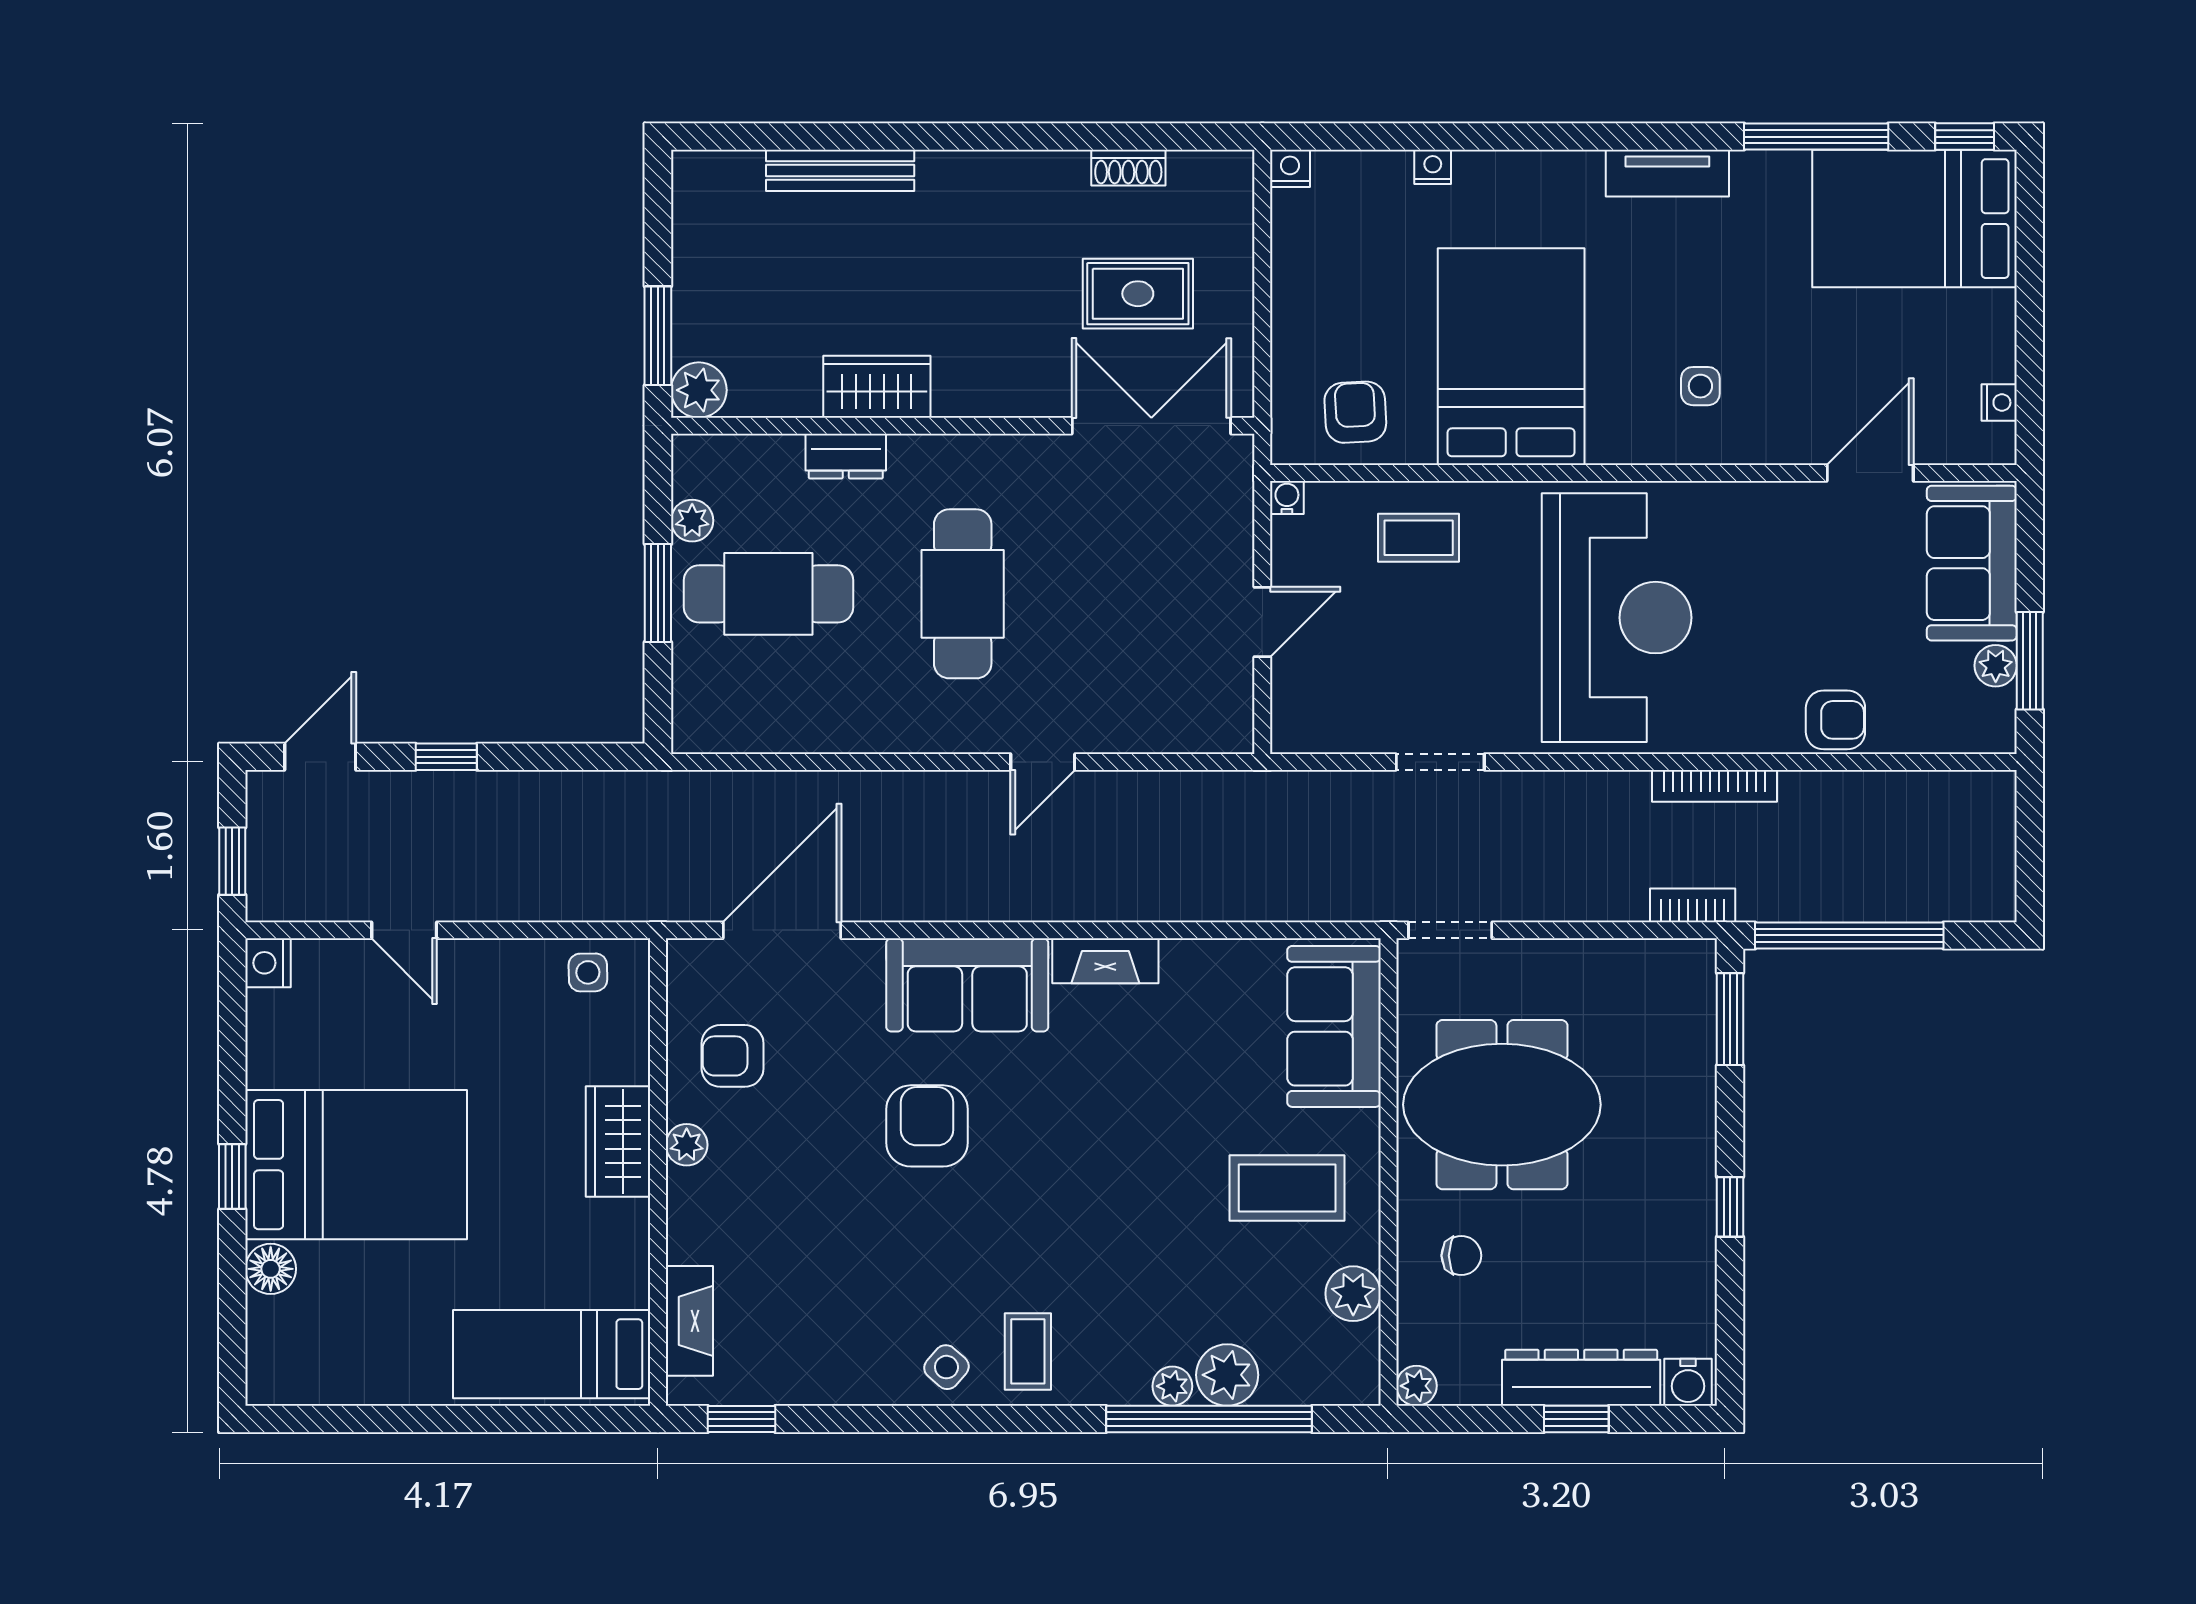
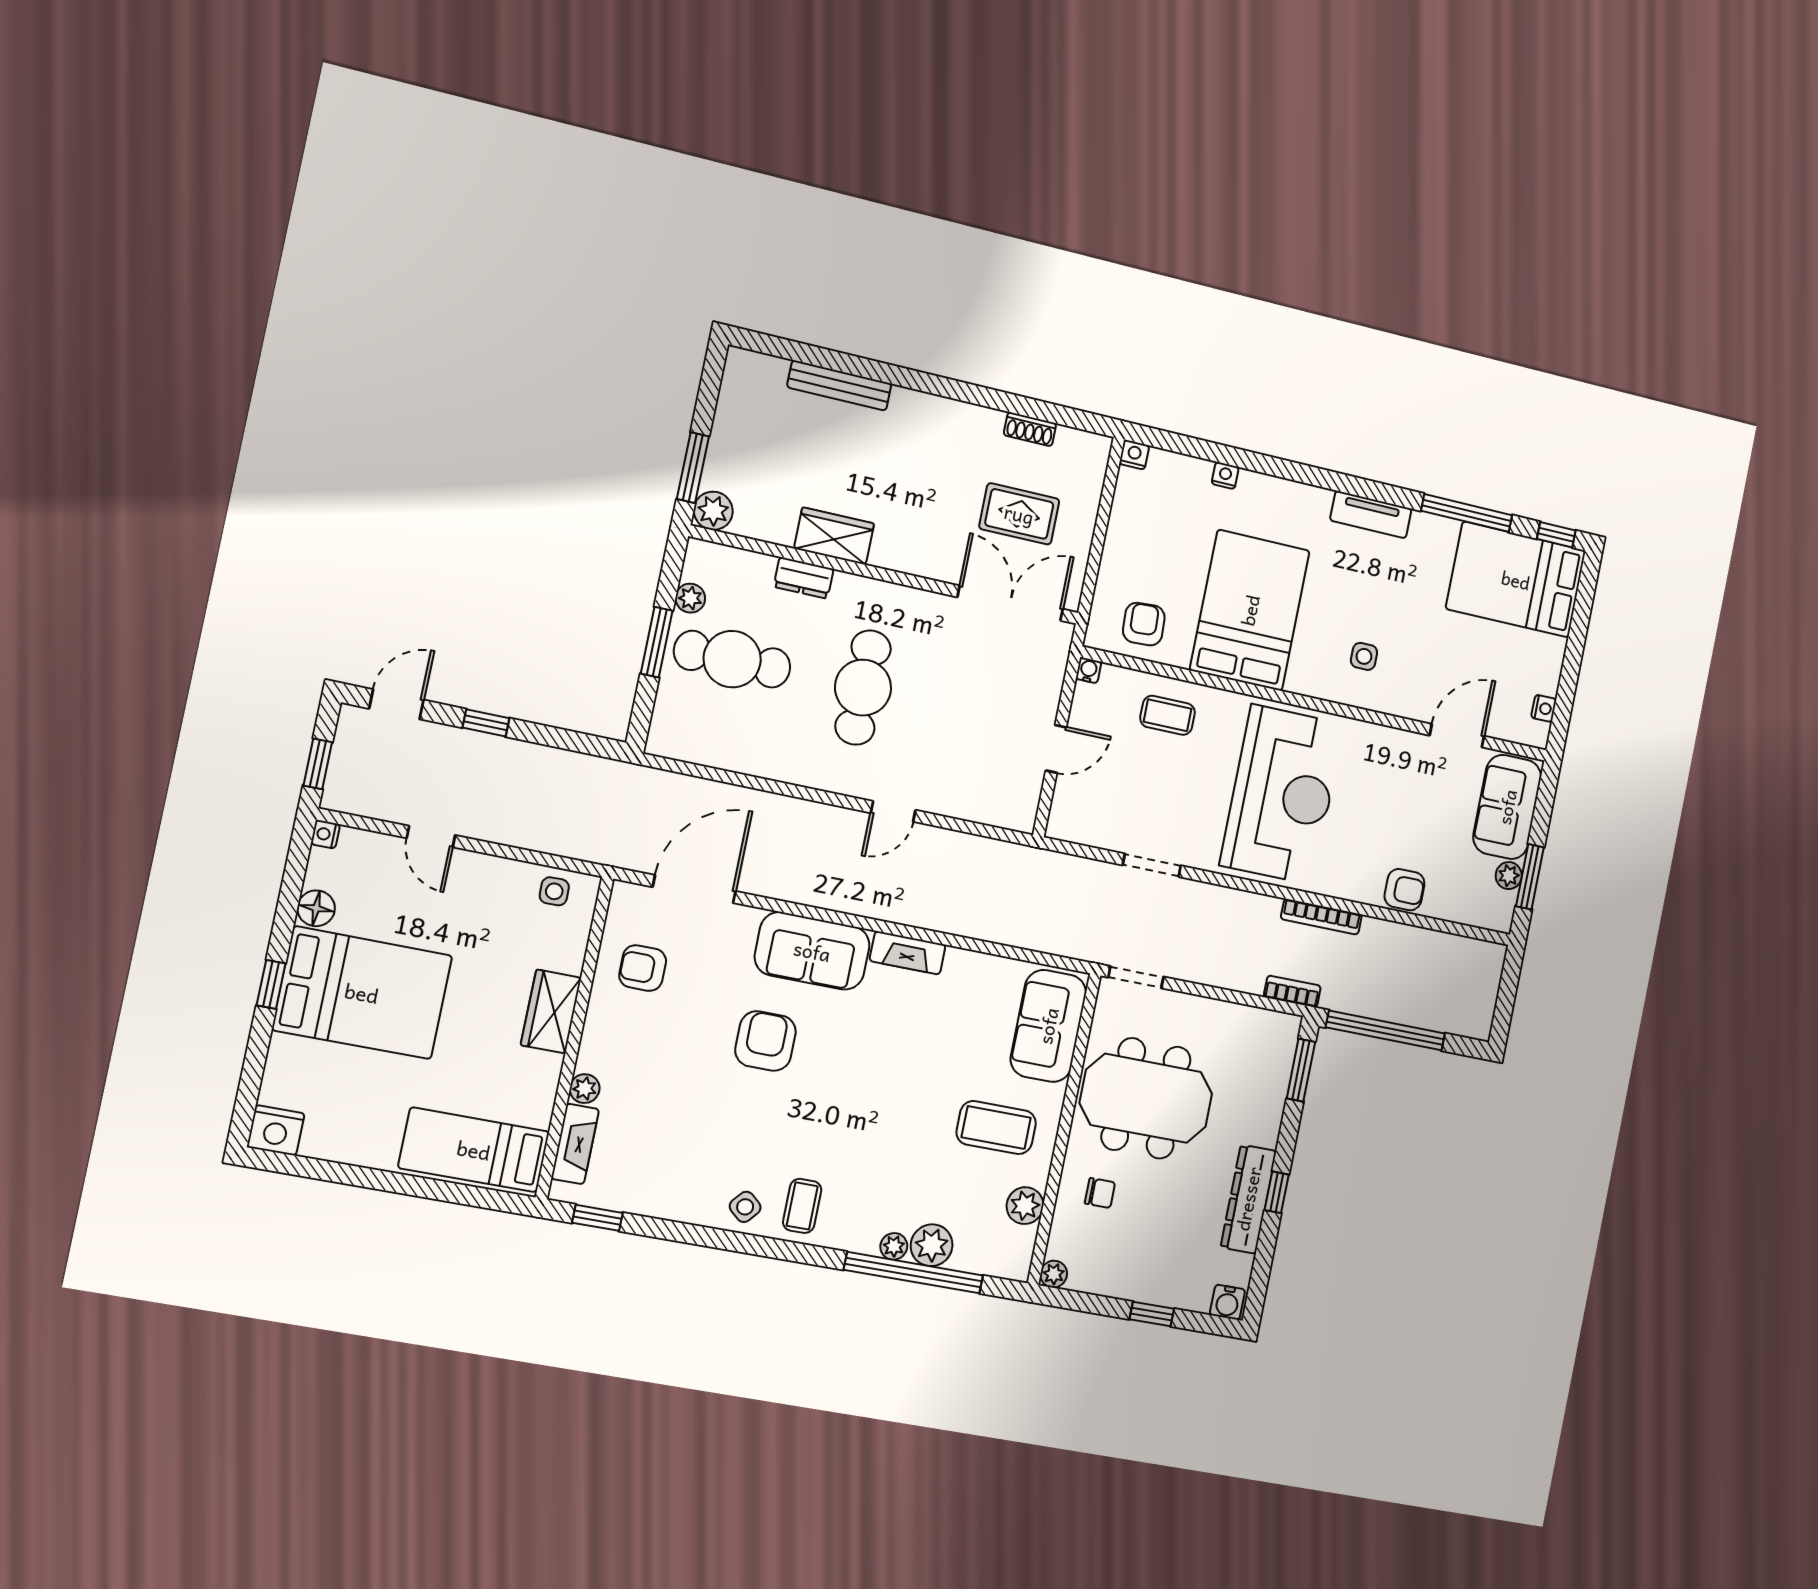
nightstand: (268, 963) -> (325, 834), width x0.72, depth x0.74
plant: (687, 1145) -> (585, 1089), moved
floor lamp: (271, 1269) -> (316, 908), moved
nightstand: (279, 1376) -> (276, 1130), added
dresser: (1581, 1378) -> (1248, 1199), moved, turned -90

